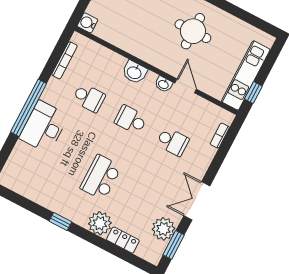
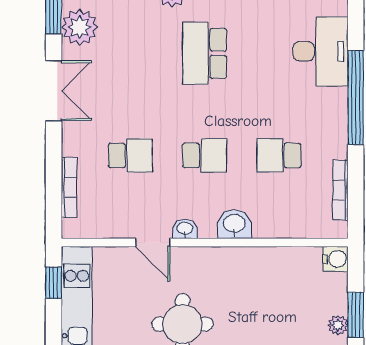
desk: (44, 127) -> (321, 51), moved
bookcase: (220, 136) -> (69, 187), width x1.56
school desk: (173, 142) -> (130, 155), turned 180
school desk: (101, 177) -> (205, 53), turned 180

